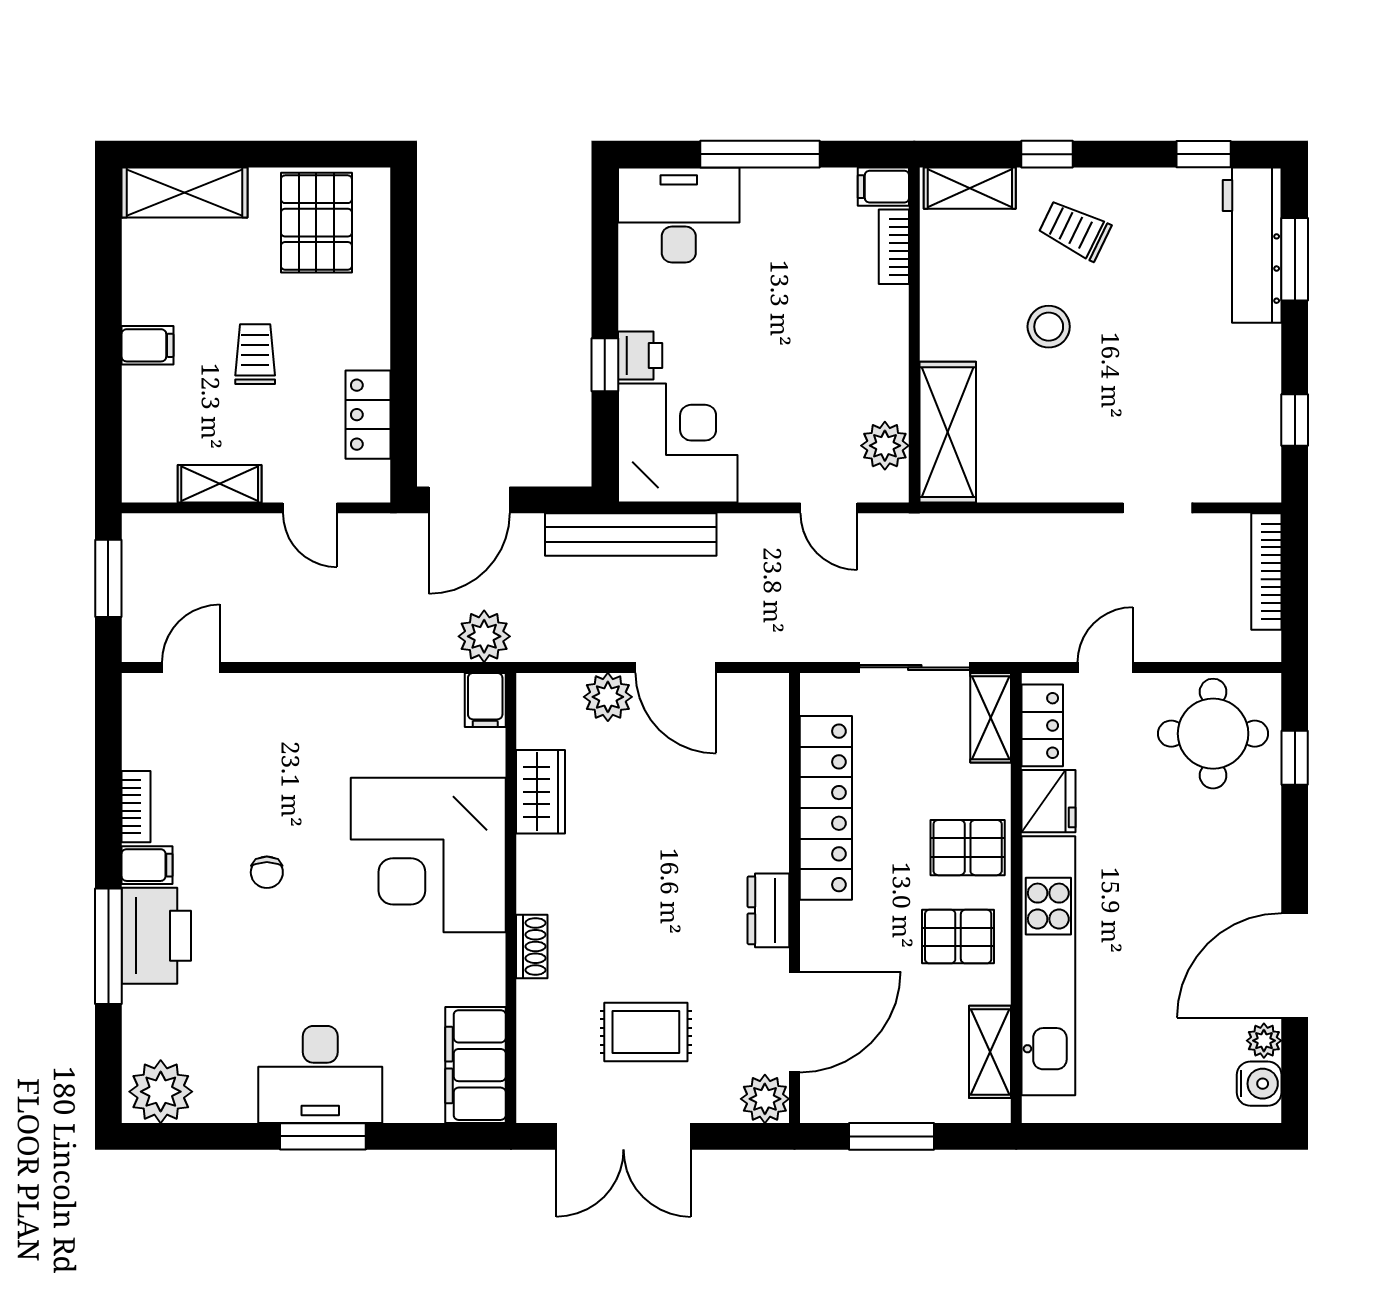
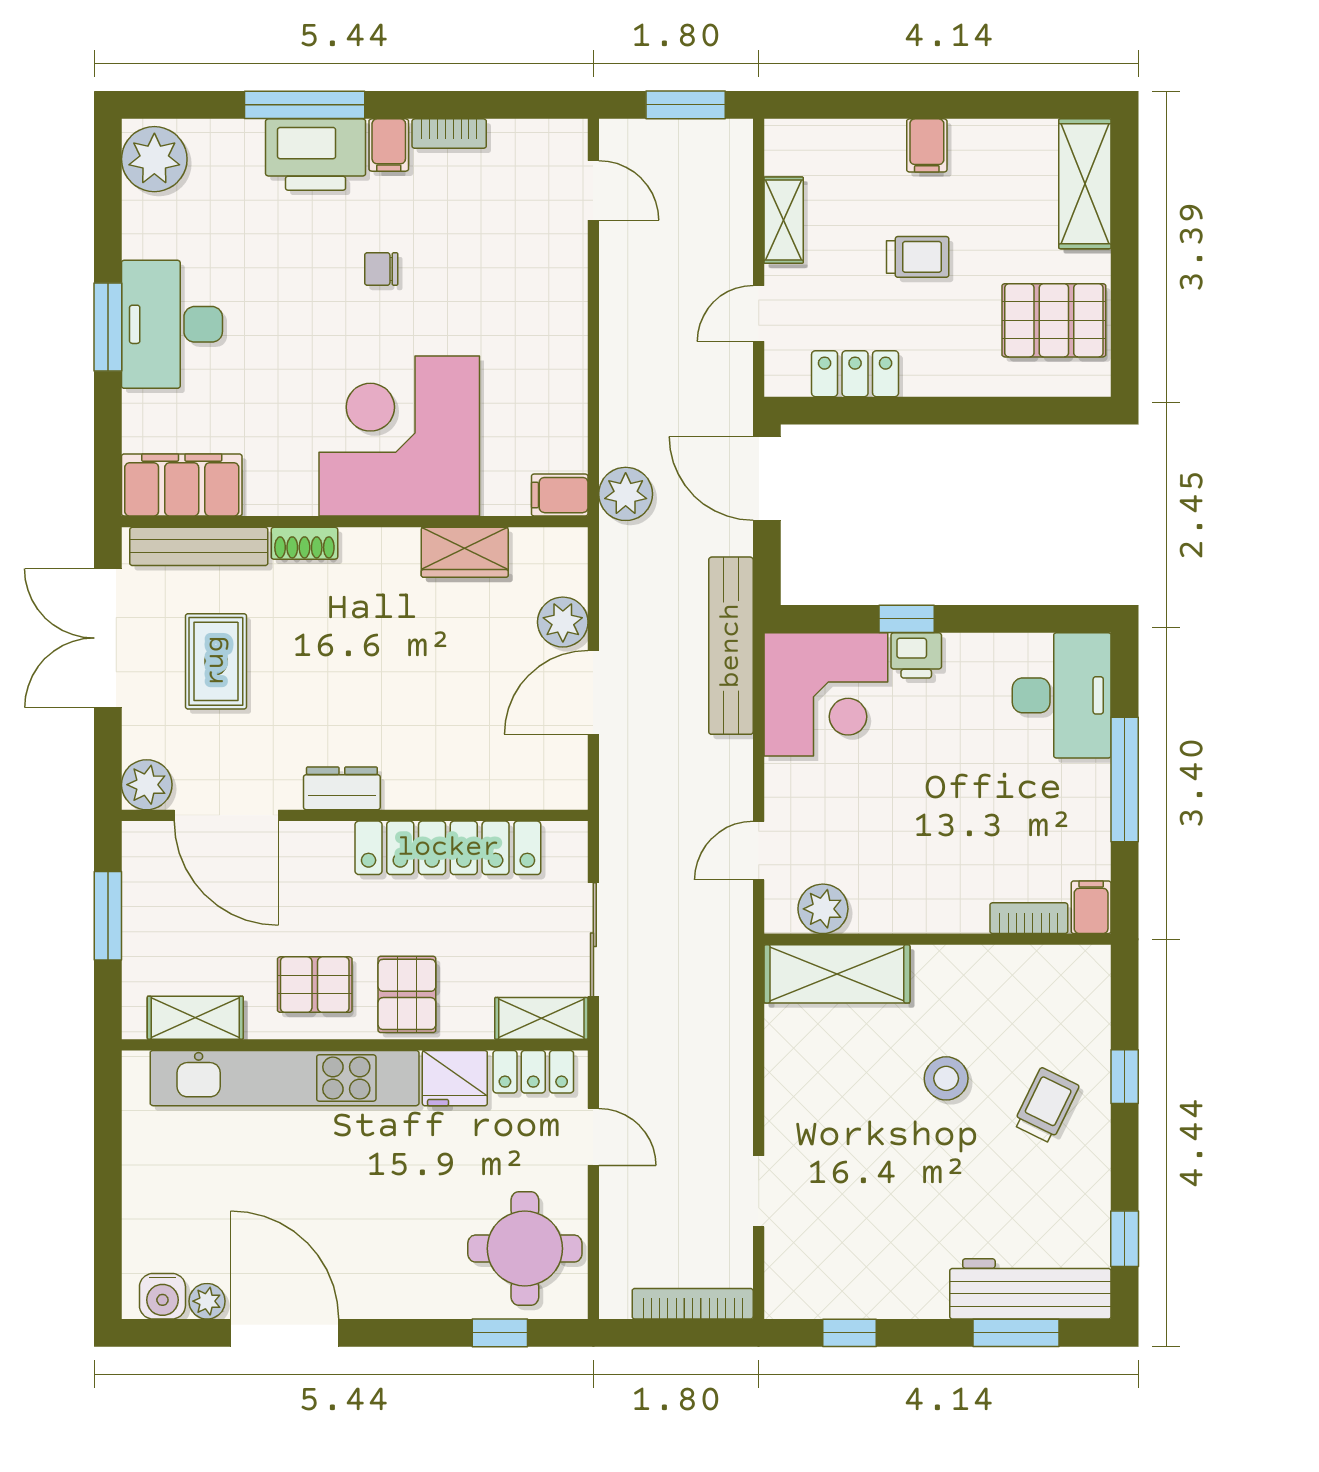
shelving: (970, 188) -> (1090, 997), removed
pallet: (958, 937) -> (315, 985), turned 90
bench: (535, 1049) -> (199, 546), added

